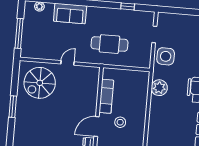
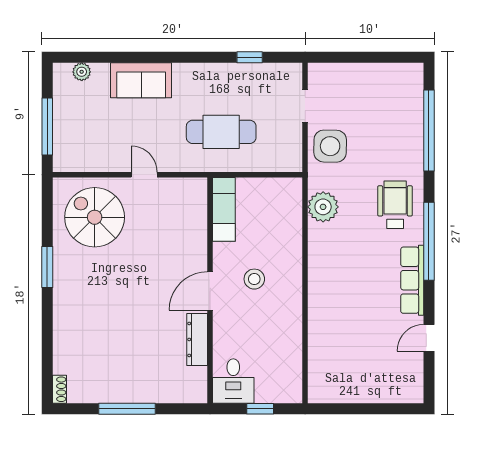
door: (67, 63) -> (144, 175), hinge flipped
spiral stairs: (40, 83) -> (95, 217), turned 90
exam couch: (106, 96) -> (224, 209), moved

